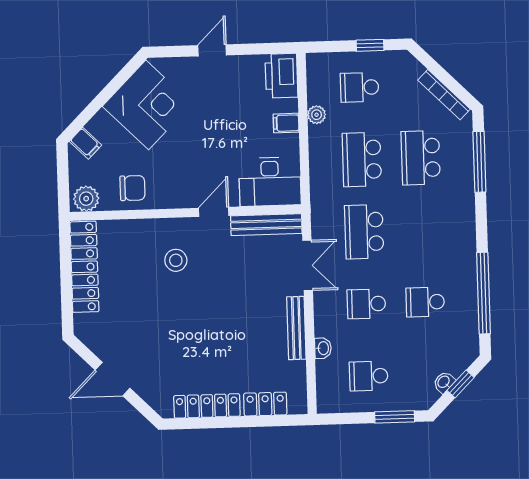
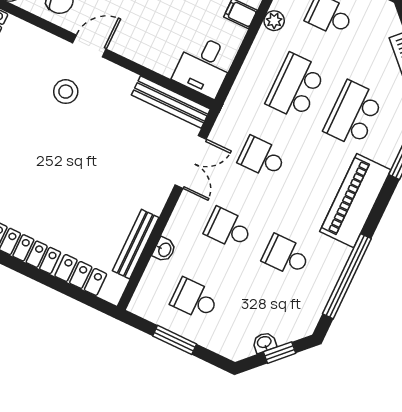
desk: (270, 182) -> (204, 66), width x0.73
door: (214, 212) -> (89, 46), moved
piano: (459, 228) -> (355, 201), added
school desk: (364, 232) -> (262, 157), width x0.54
bench: (296, 328) -> (136, 244), moved
window: (395, 417) -> (175, 340), moved

